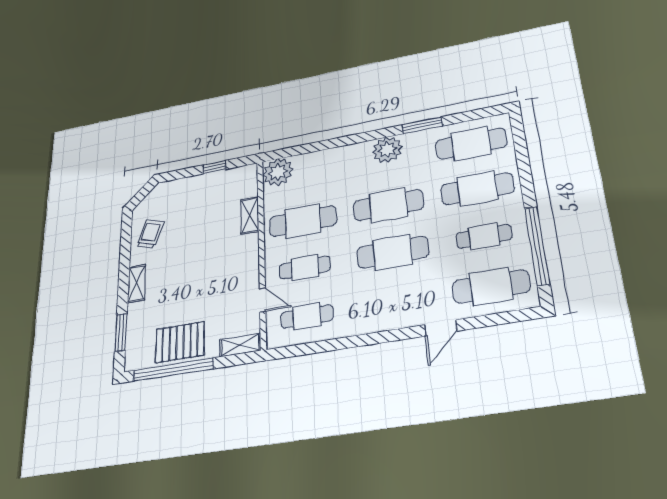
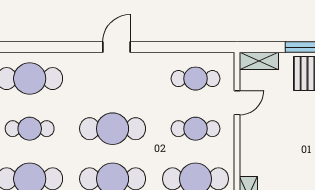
door: (263, 300) -> (237, 103), swing flipped
door: (441, 328) -> (116, 47), moved

